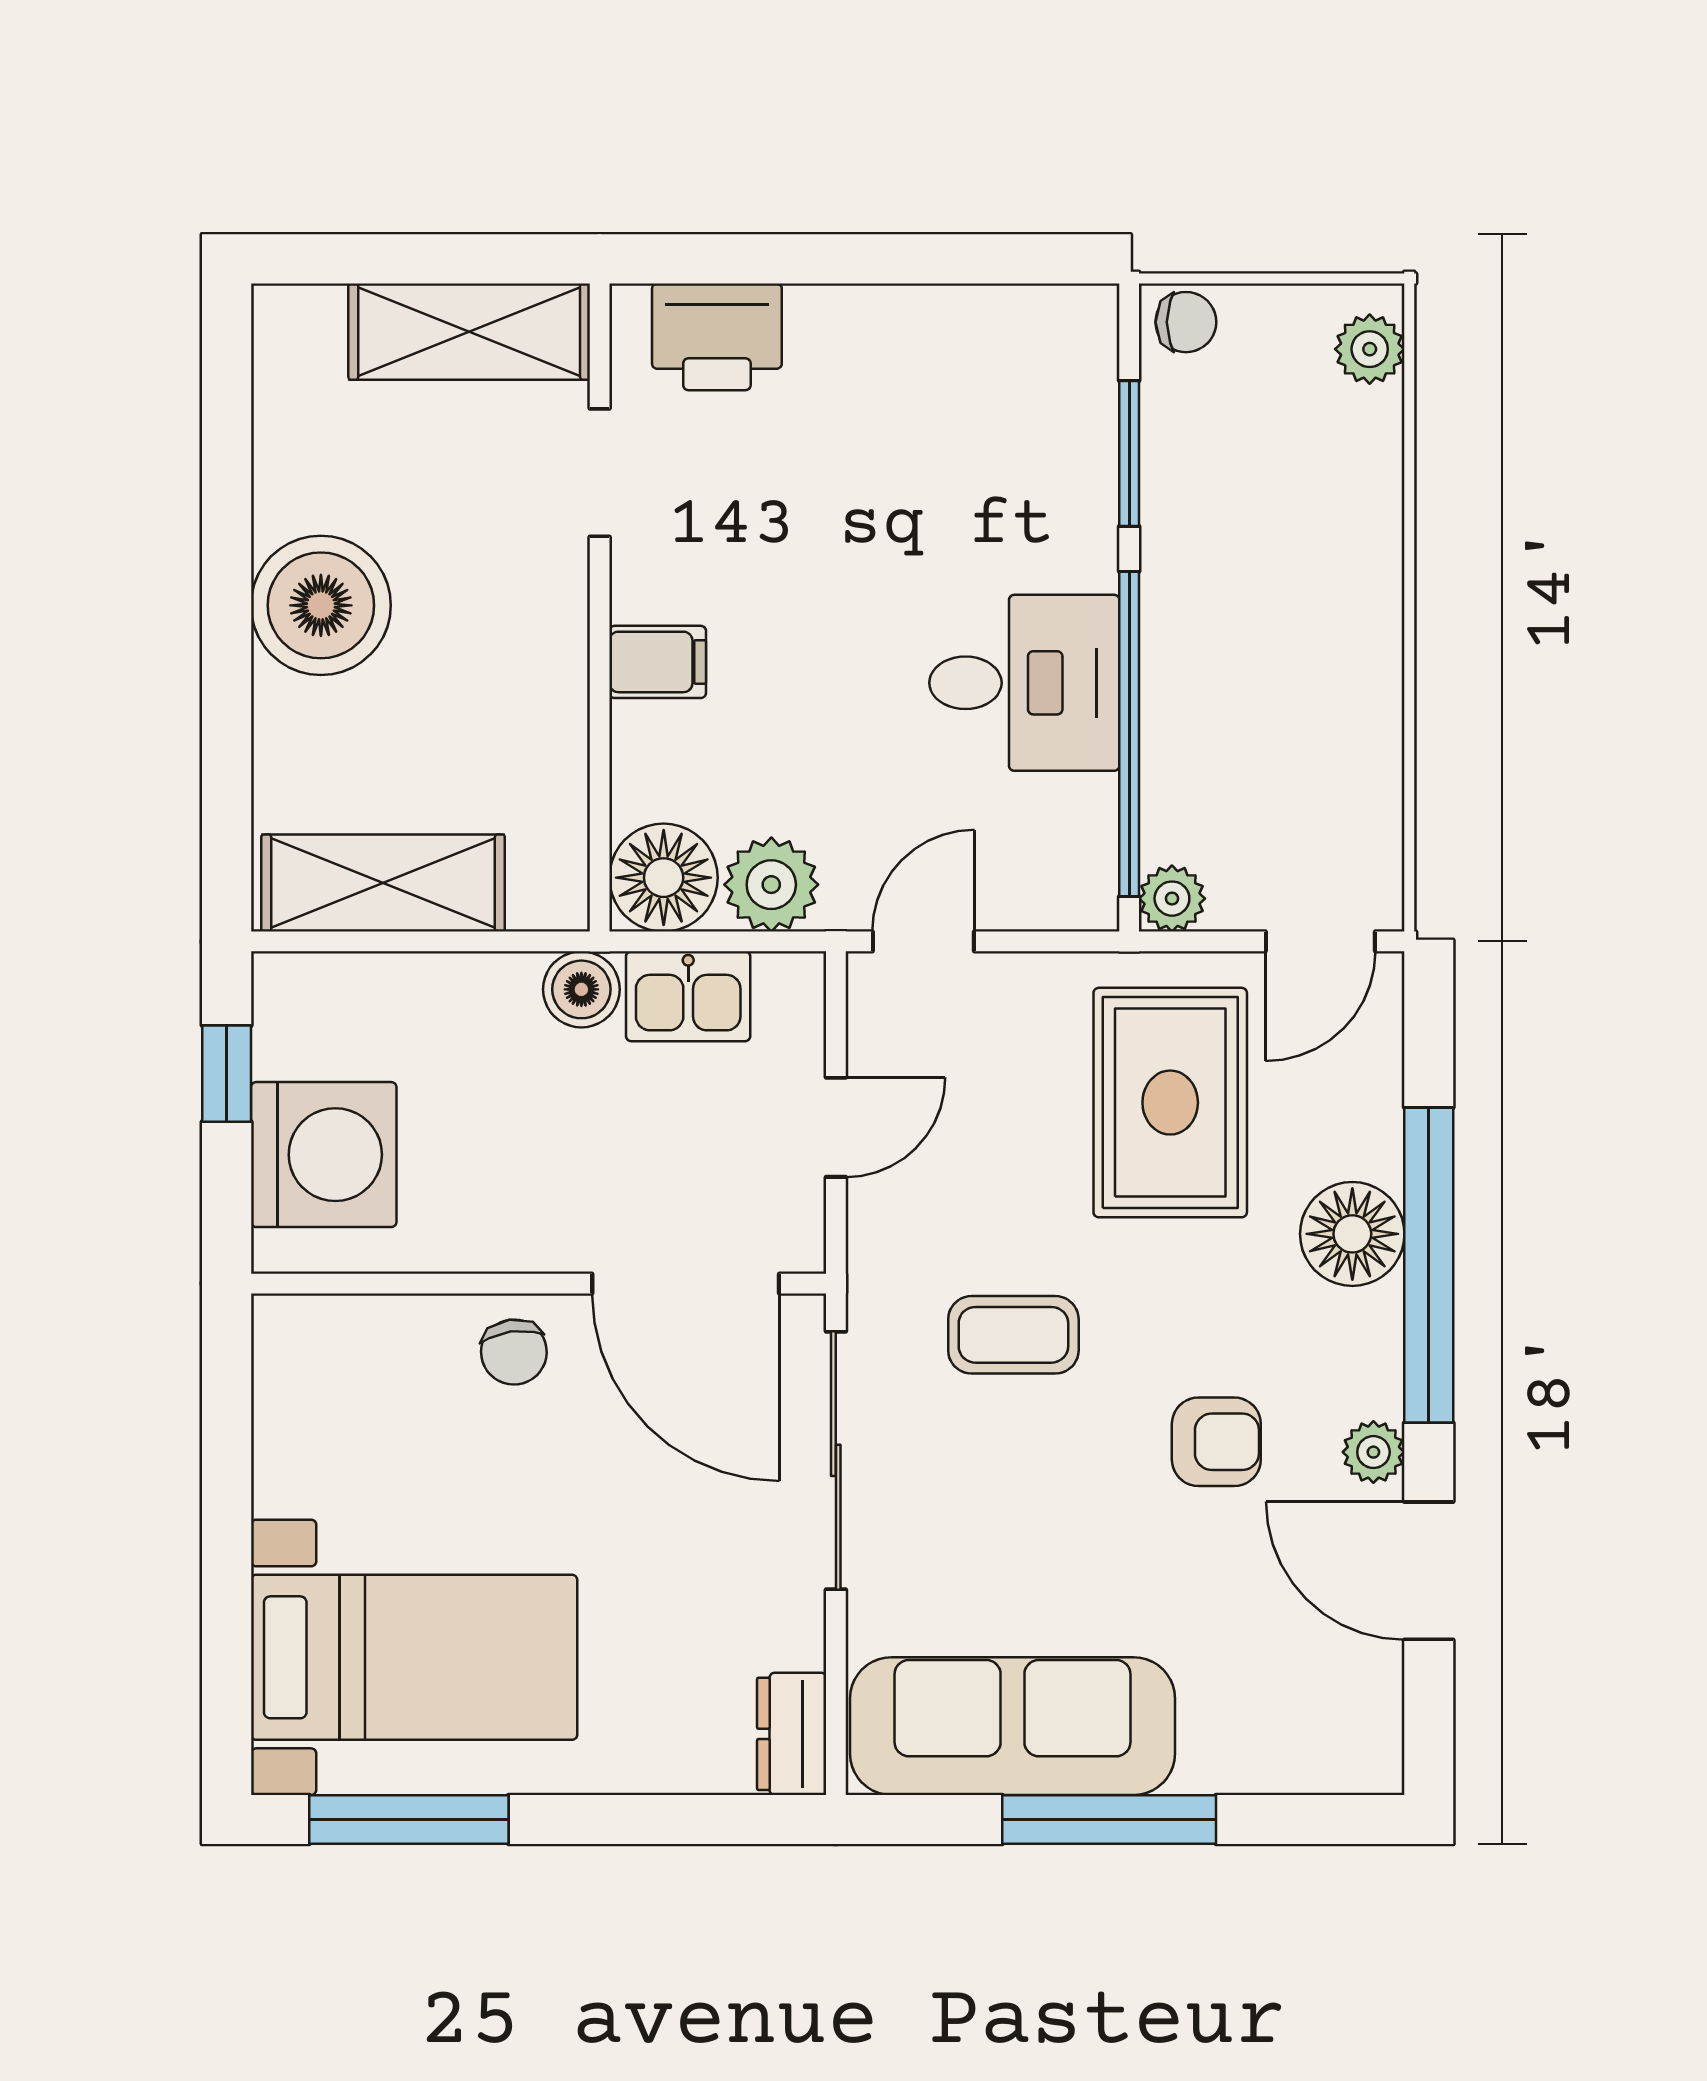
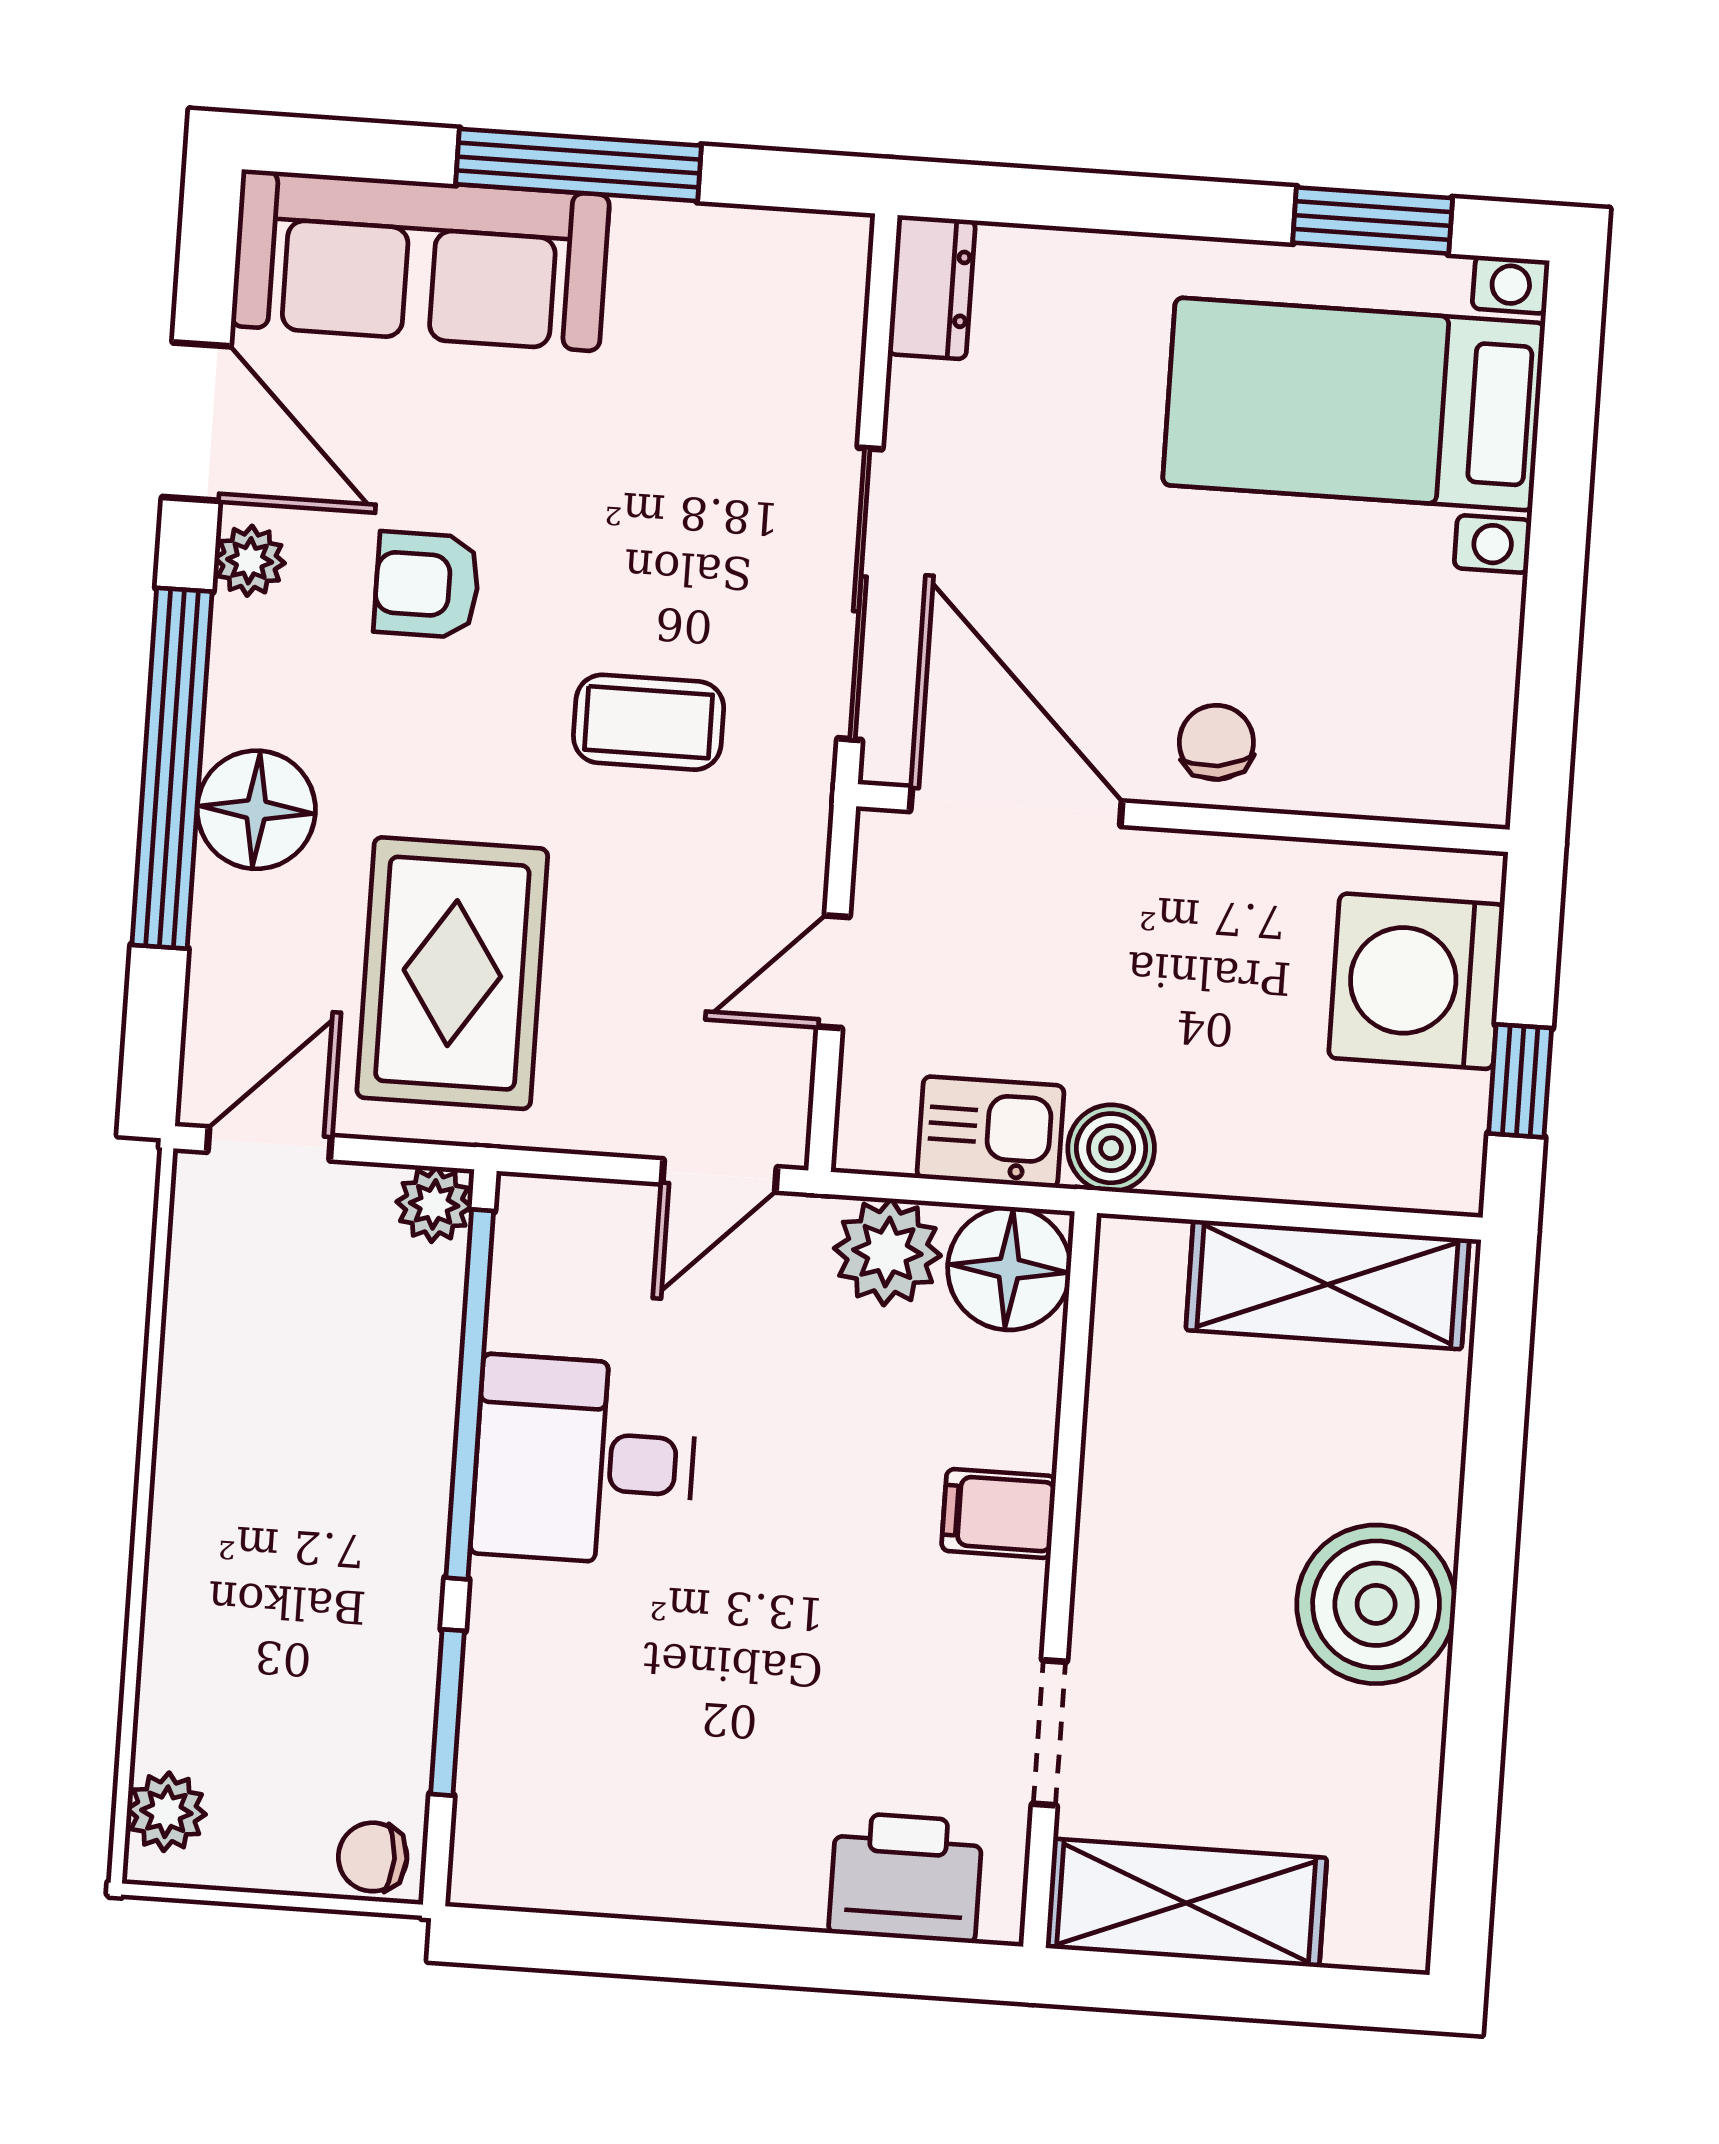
sofa: (1013, 1726) -> (420, 260), moved
window: (409, 1820) -> (1373, 220), width x0.69

